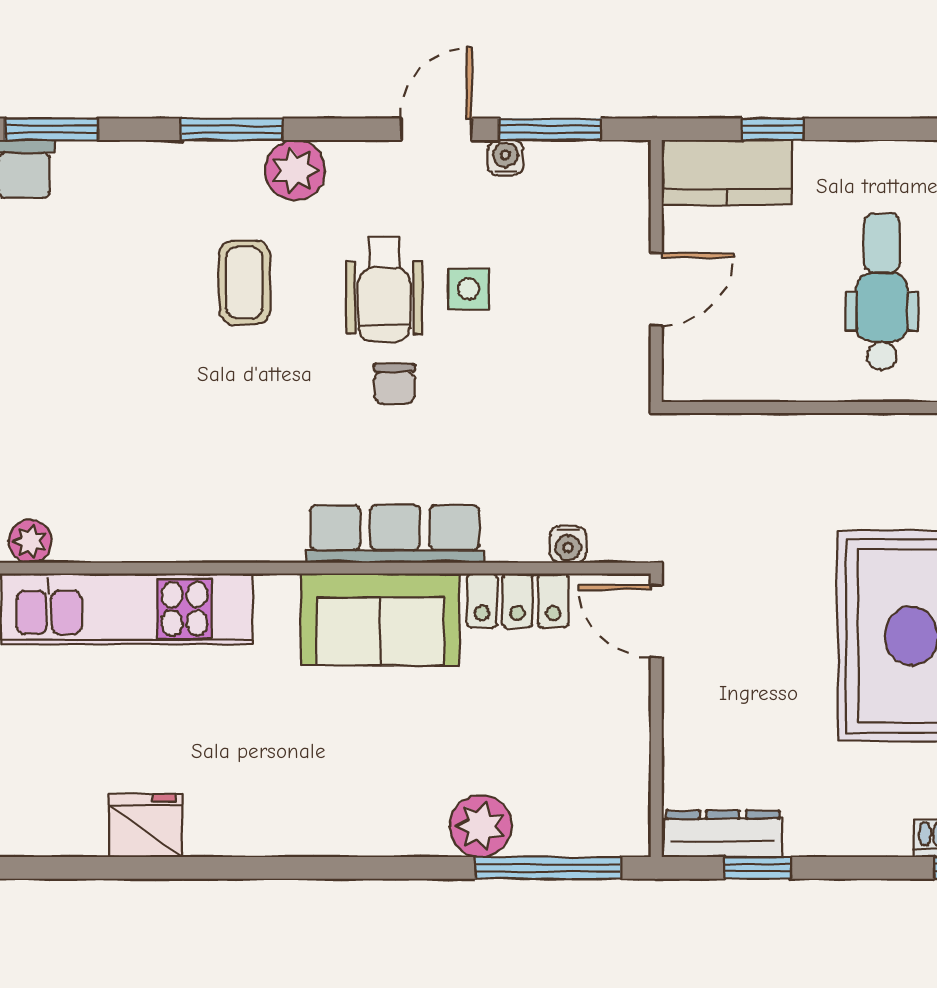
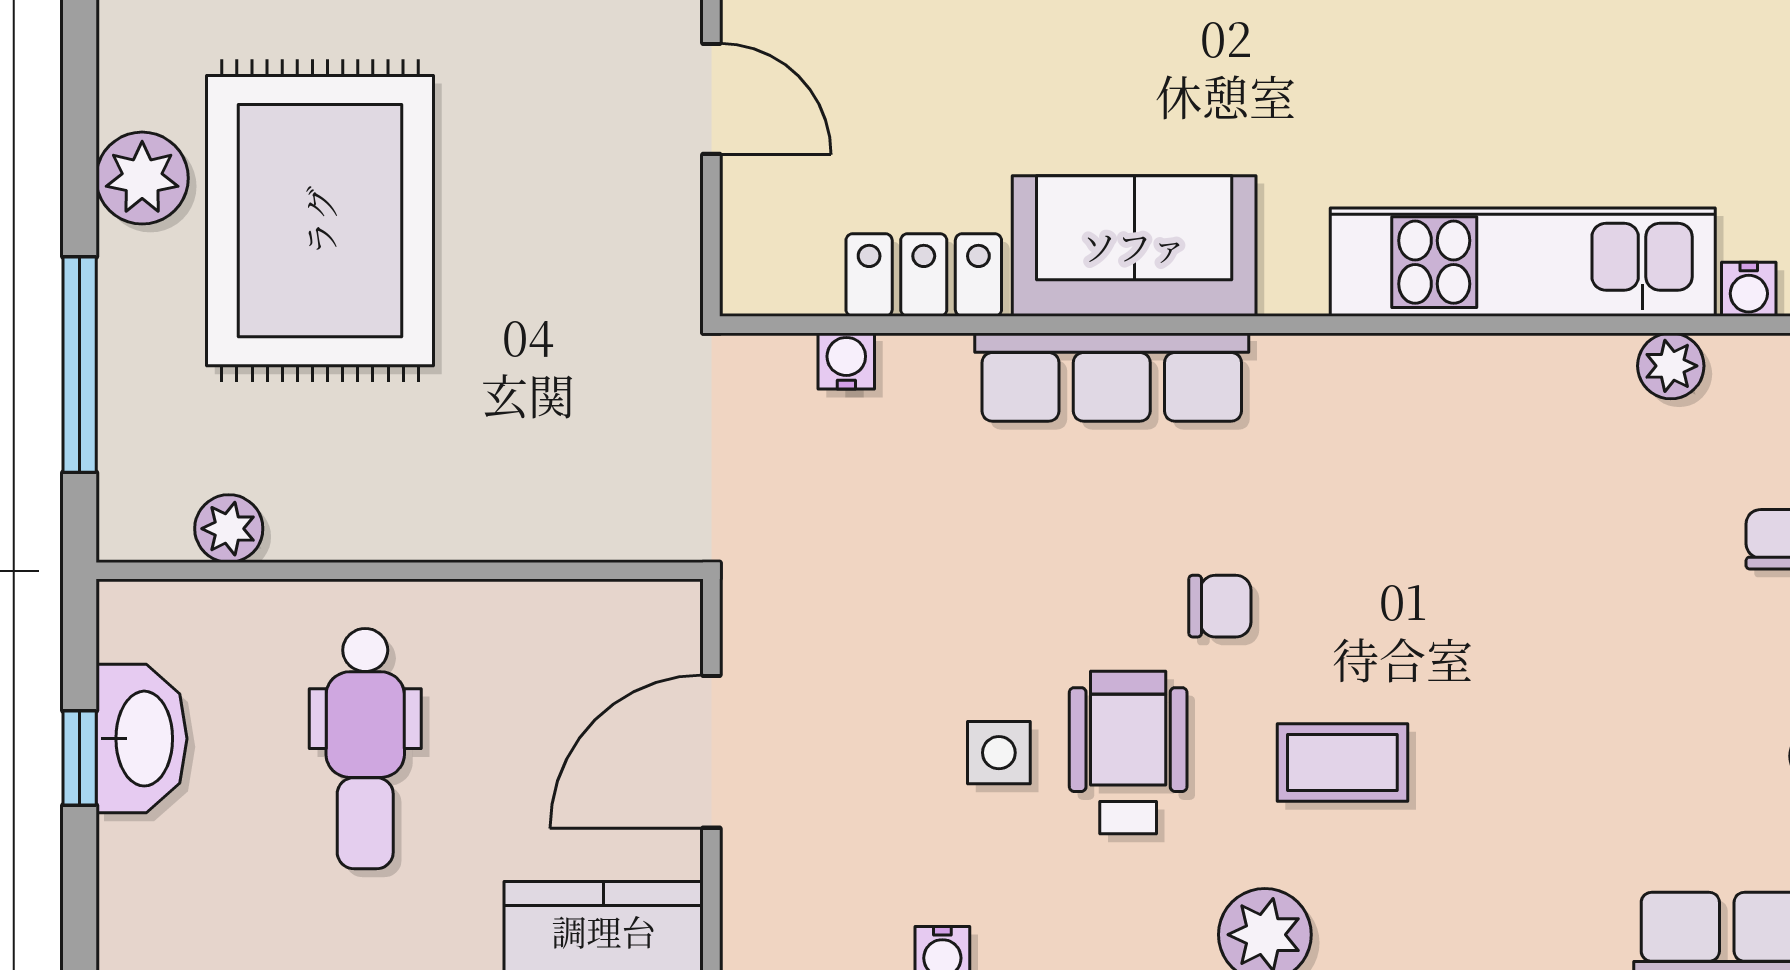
coffee table: (244, 282) -> (1342, 763), turned 90
door: (656, 289) -> (711, 752), width x1.38
chair: (394, 384) -> (1220, 606), moved, turned 90
door: (656, 621) -> (711, 99), moved

